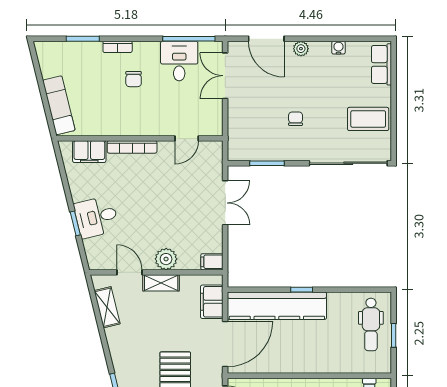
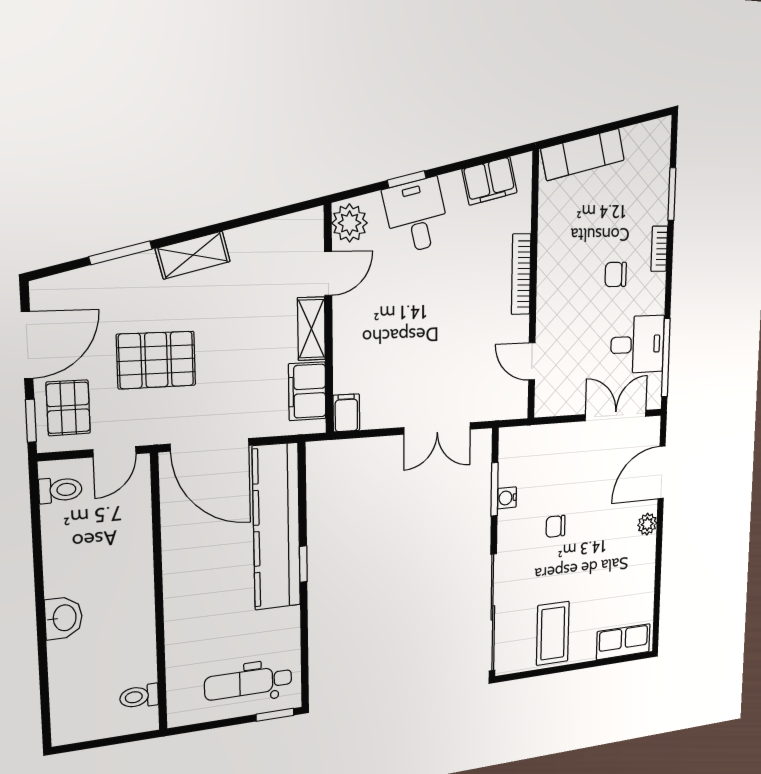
water cooler: (338, 48) -> (507, 498), moved, turned 180
chair: (296, 119) -> (556, 526), turned 180
filing cabinet: (89, 152) -> (490, 181), moved, turned -104
plant: (166, 259) -> (350, 223), moved
filing cabinet: (212, 302) -> (307, 391), moved, turned -90
shelving: (107, 307) -> (193, 255), moved
window: (394, 335) -> (275, 715), moved

